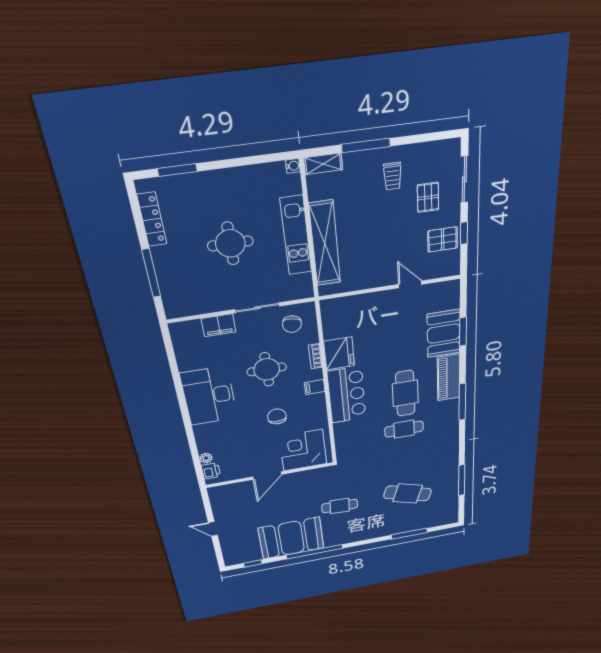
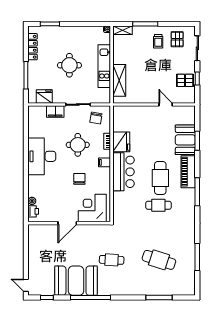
pallet: (428, 197) -> (177, 39), moved
shelving: (325, 244) -> (119, 80), width x0.68
fridge: (194, 304) -> (44, 96), added
door: (213, 529) -> (26, 285), moved

